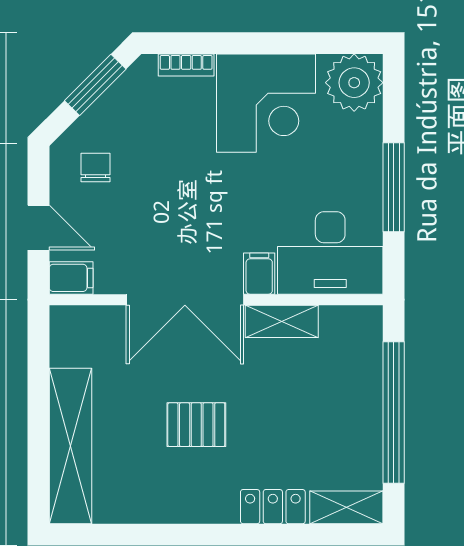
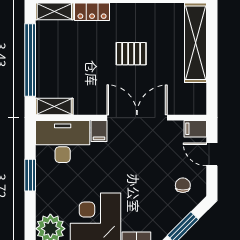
chair: (95, 168) -> (183, 185), turned 180
window: (394, 187) -> (30, 175), width x0.69
shelving: (282, 321) -> (54, 107), moved

